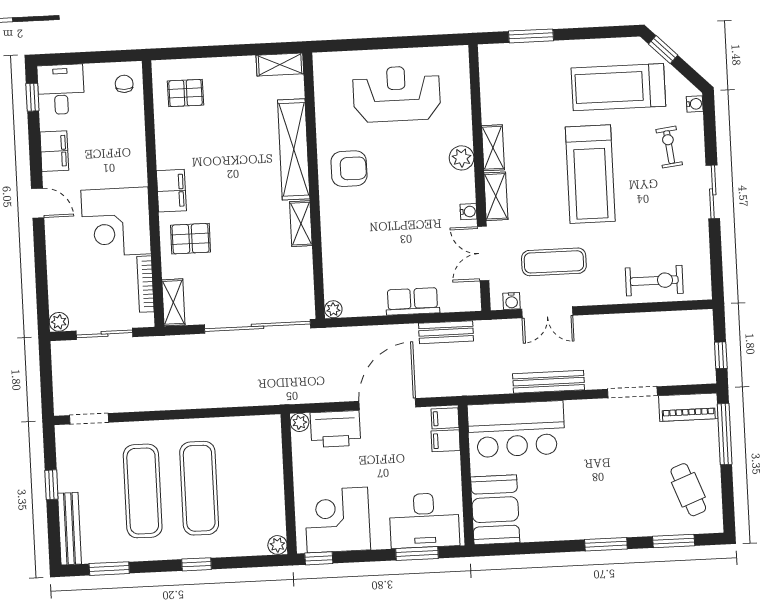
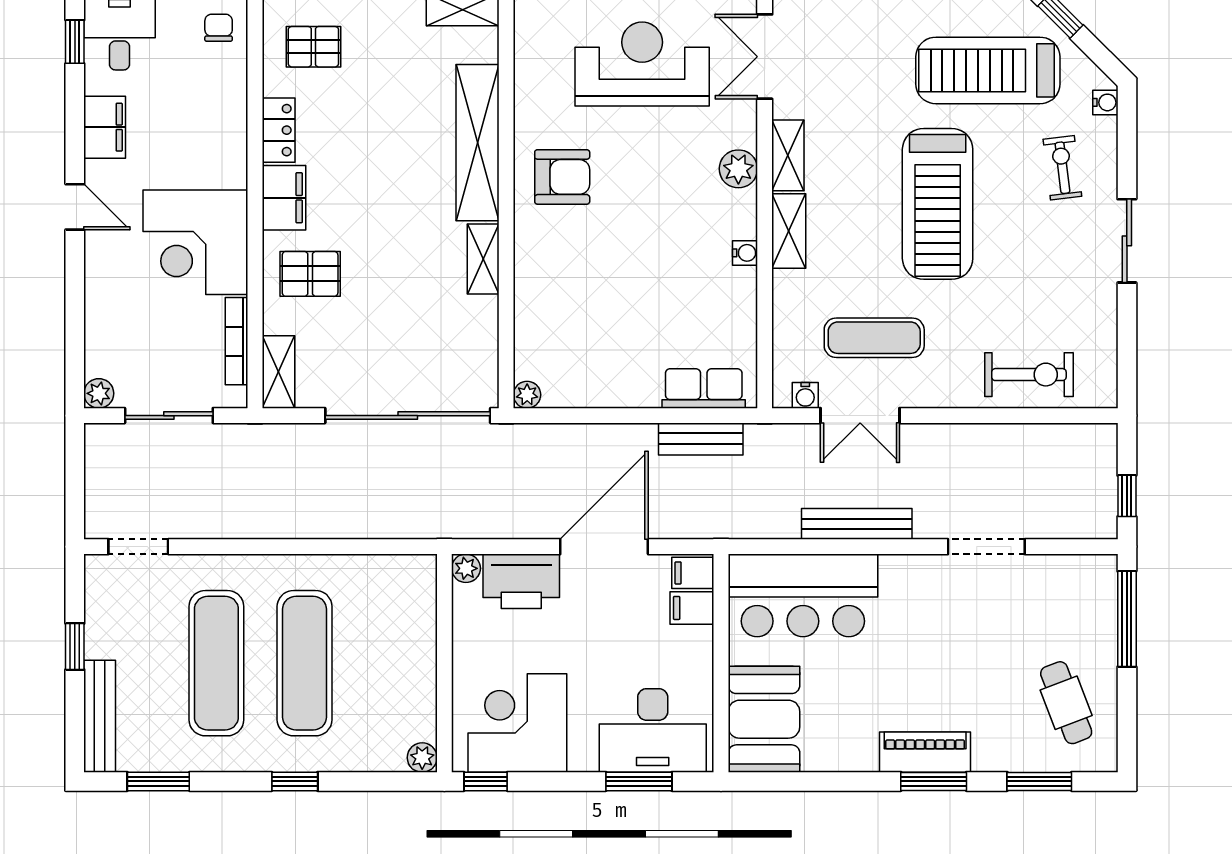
locker: (166, 148) -> (279, 130), added
double door: (483, 254) -> (765, 57), moved
row of seats: (413, 301) -> (704, 388), moved
piano: (688, 407) -> (925, 752), moved, turned 180

